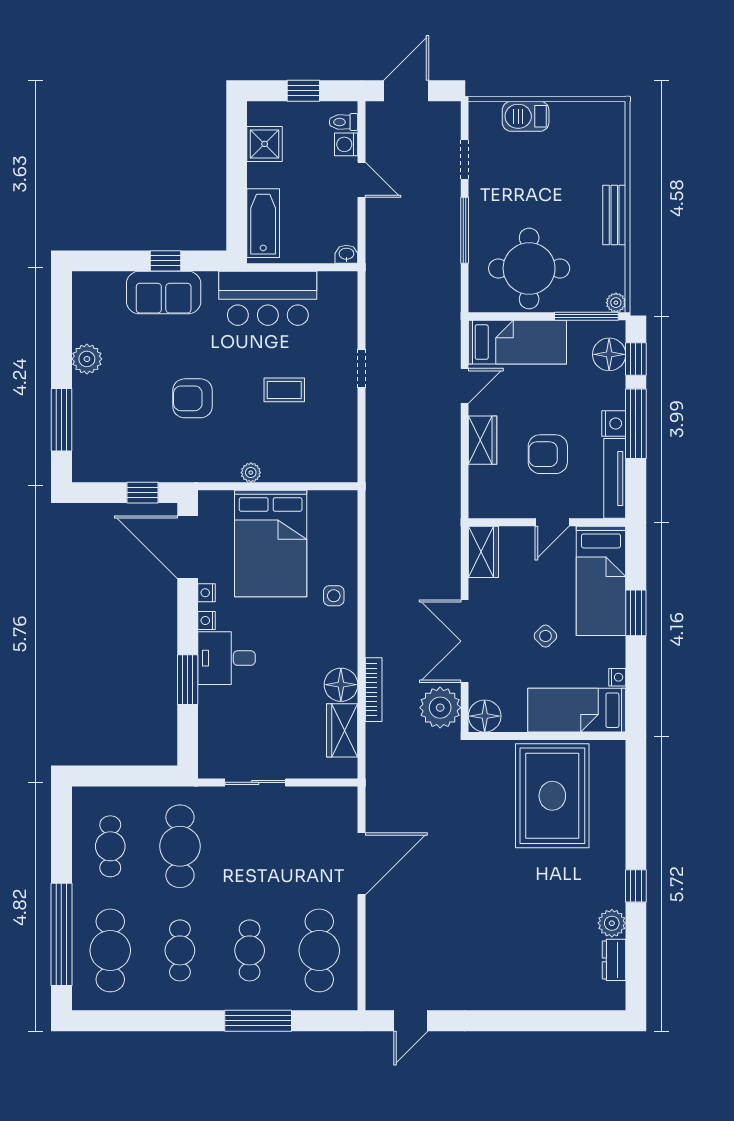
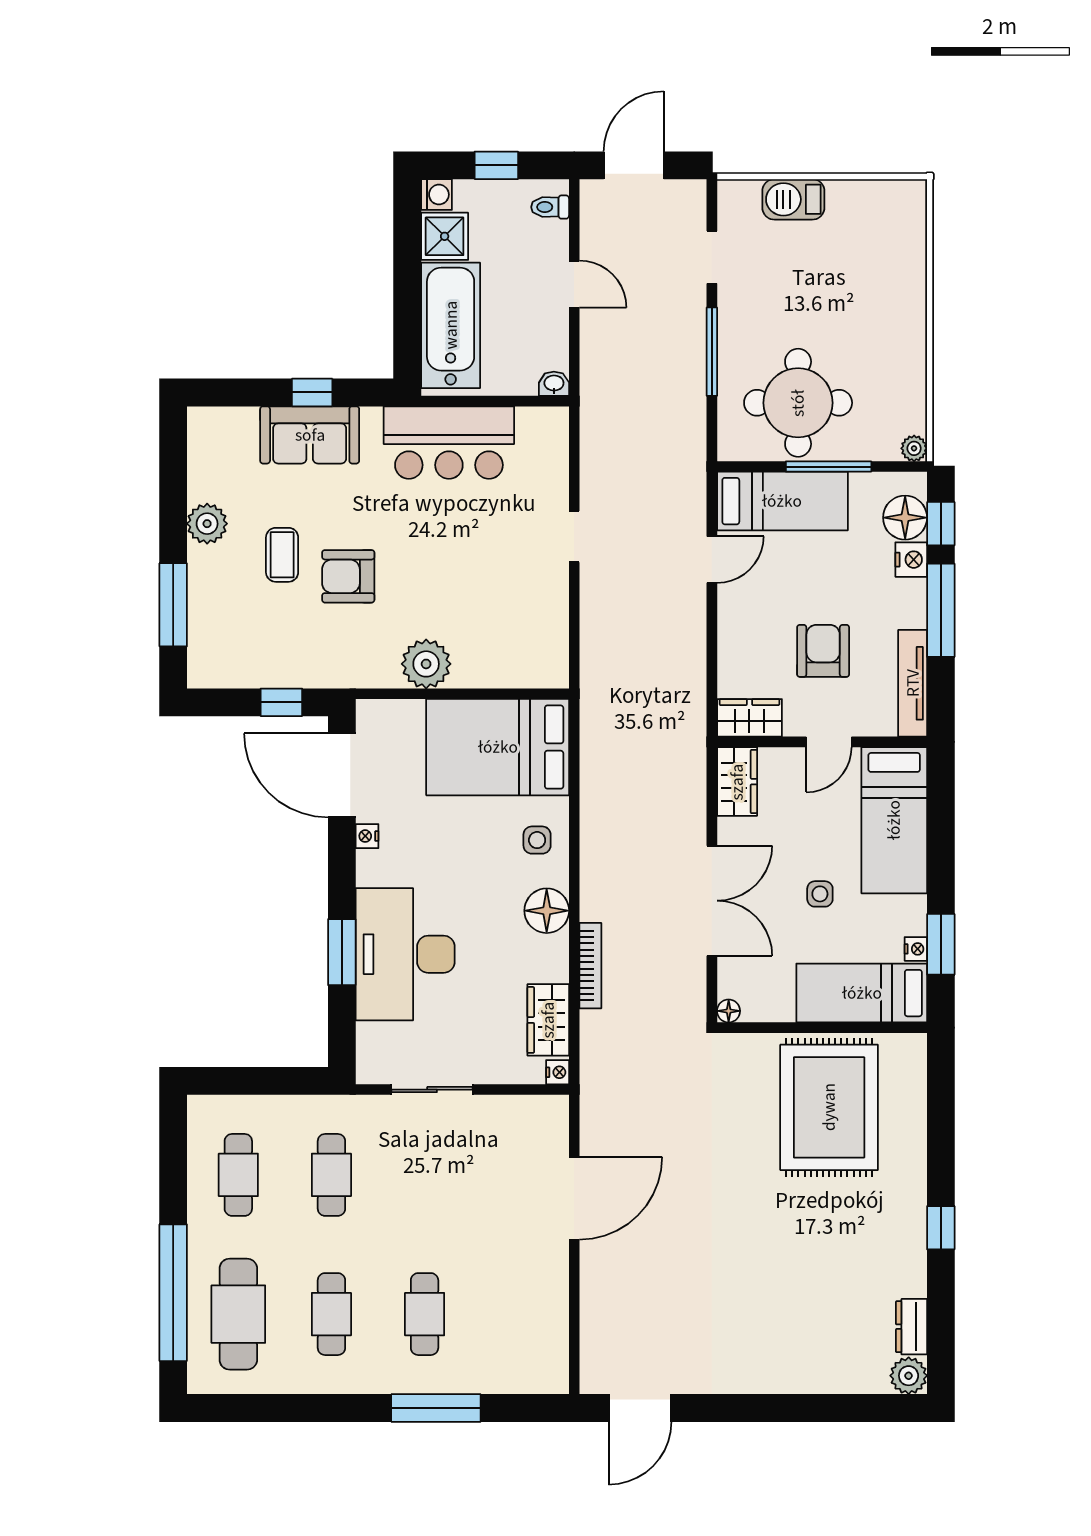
washing machine: (346, 144) -> (436, 195), moved, turned 180
bench: (614, 215) -> (912, 331), removed
bathtub: (263, 223) -> (451, 325), width x1.36, depth x1.36
window: (586, 316) -> (829, 467), moved
coffee table: (284, 390) -> (282, 555), moved, turned 90
nightstand: (614, 423) -> (911, 560), moved
wardrobe: (483, 440) -> (749, 718), moved, turned -90
armchair: (548, 454) -> (823, 651), turned 90
plant: (251, 473) -> (426, 664), width x1.88, depth x1.88
bed: (271, 544) -> (498, 747), moved, turned 90
window: (636, 613) -> (941, 944), moved
nightstand: (207, 620) -> (558, 1072), moved, turned 180
side table: (545, 636) -> (820, 894), turned 45
double door: (465, 641) -> (712, 901), swing flipped
desk: (227, 658) -> (405, 954), width x1.87, depth x1.30
floor lamp: (341, 685) -> (547, 911), moved
plant: (440, 708) -> (679, 990), removed
floor lamp: (485, 716) -> (729, 1011), width x0.53, depth x0.53
cafe table: (180, 846) -> (331, 1175), width x0.73, depth x0.74
plant: (612, 923) -> (909, 1376), moved
cafe table: (319, 950) -> (518, 1314), removed
door: (411, 1021) -> (640, 1408), width x1.38

